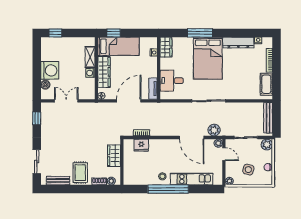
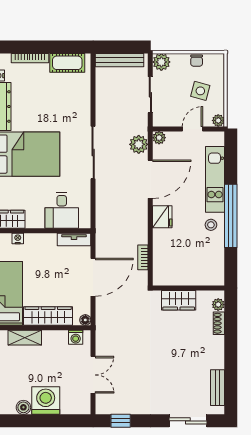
washing machine: (90, 73) -> (76, 337), moved
boiler: (45, 85) -> (23, 407), moved
double door: (66, 101) -> (93, 375), swing flipped
door: (129, 101) -> (93, 277), swing flipped
fridge: (141, 145) -> (162, 217), moved
door: (224, 154) -> (192, 129), moved
rug: (80, 173) -> (205, 353), removed

